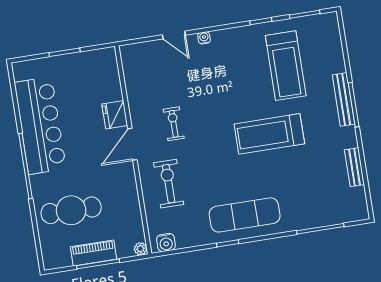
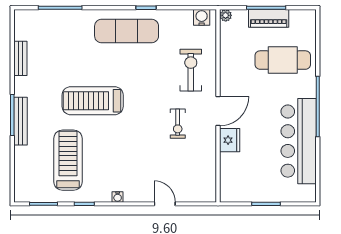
water cooler: (204, 38) -> (118, 197), moved
treadmill: (269, 134) -> (93, 101), turned 180
exercise bike: (169, 184) -> (191, 70), turned 180

